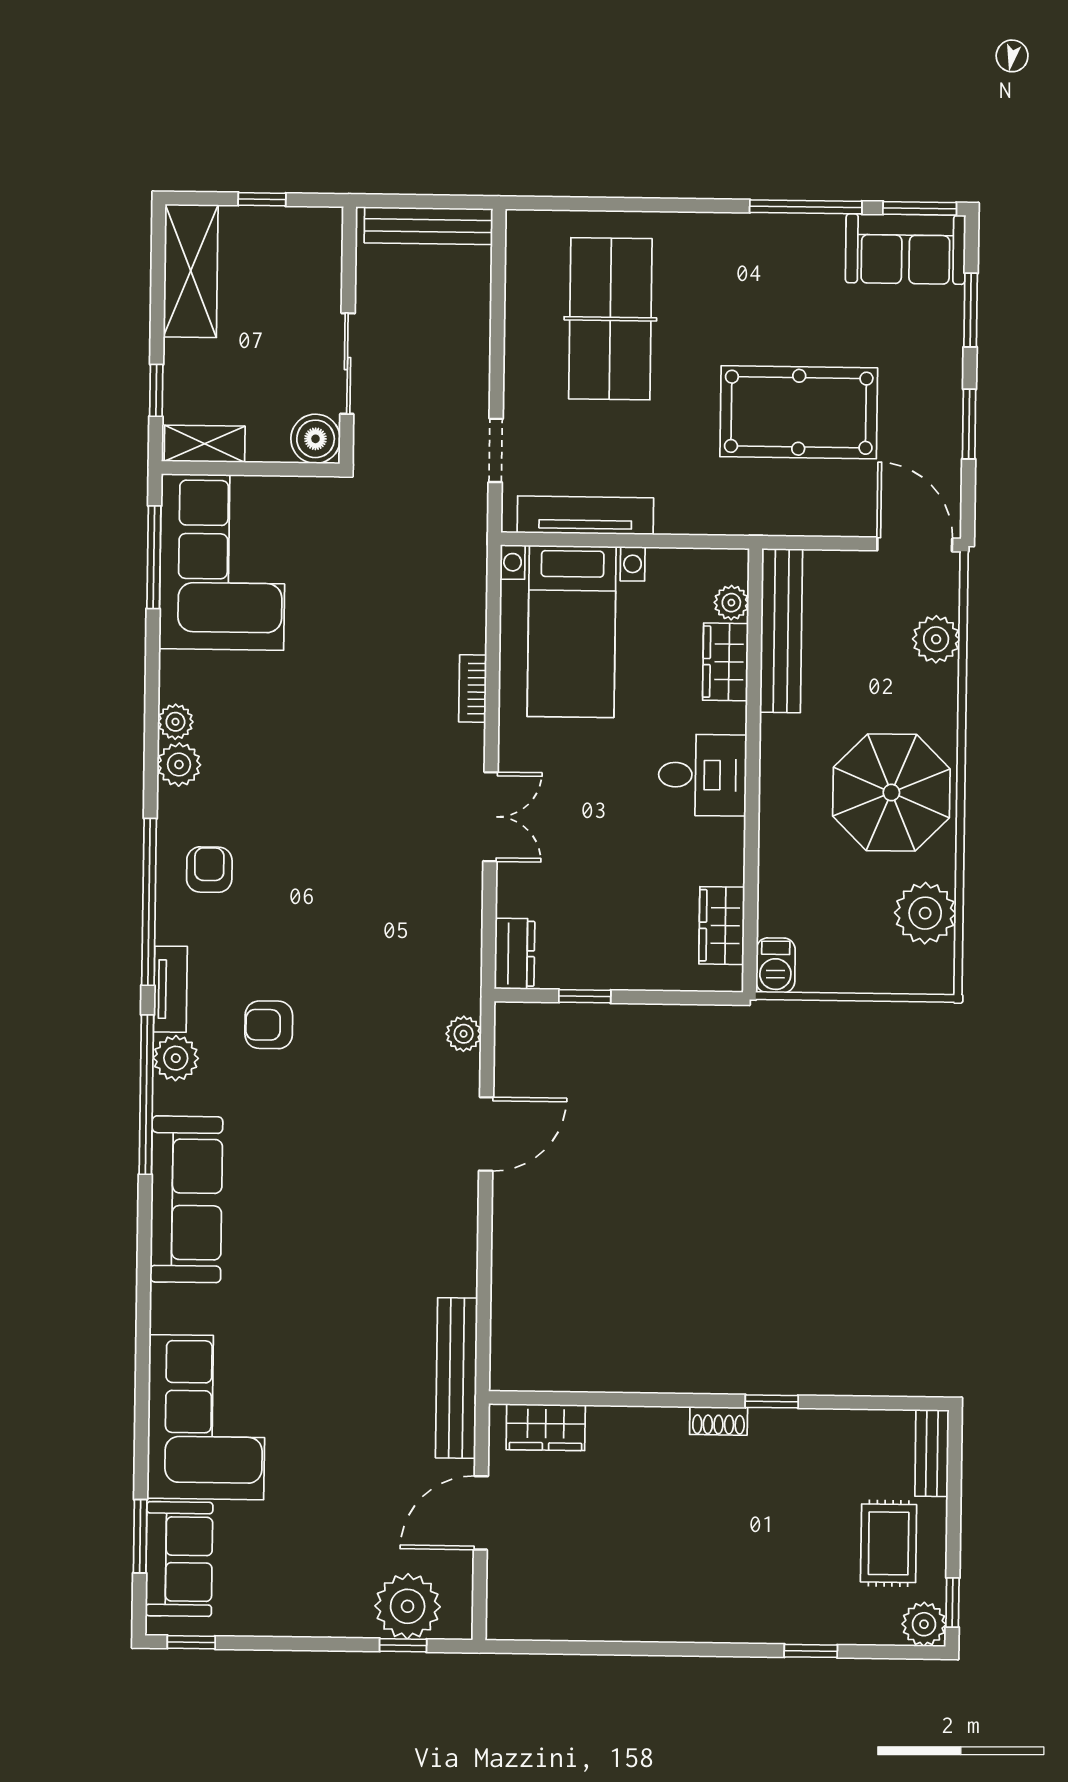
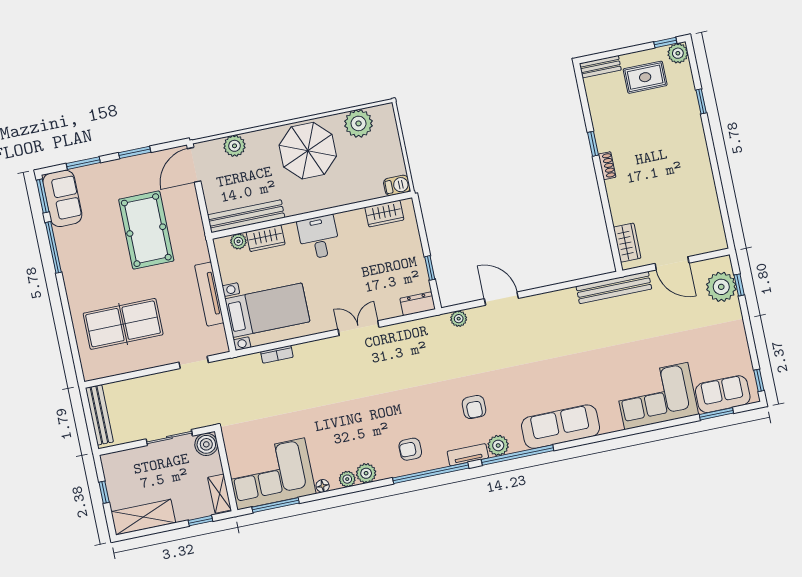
tv unit: (585, 515) -> (209, 294), moved
floor lamp: (173, 666) -> (323, 486), added
bookcase: (473, 688) -> (277, 354), moved

